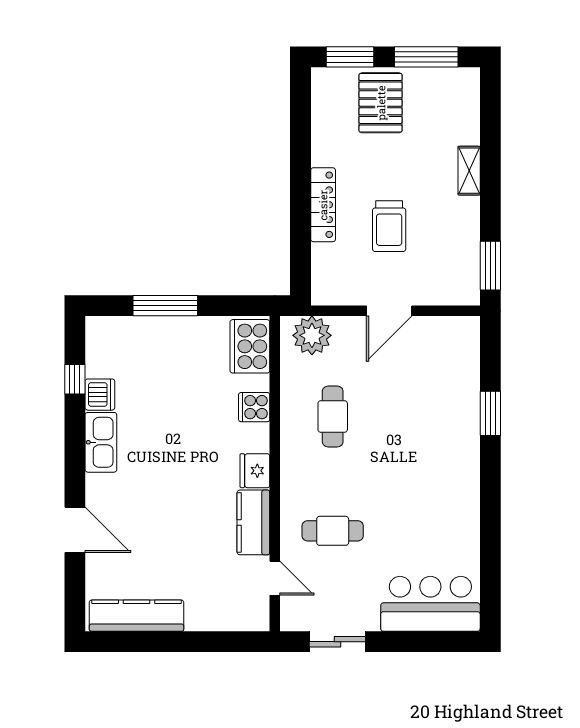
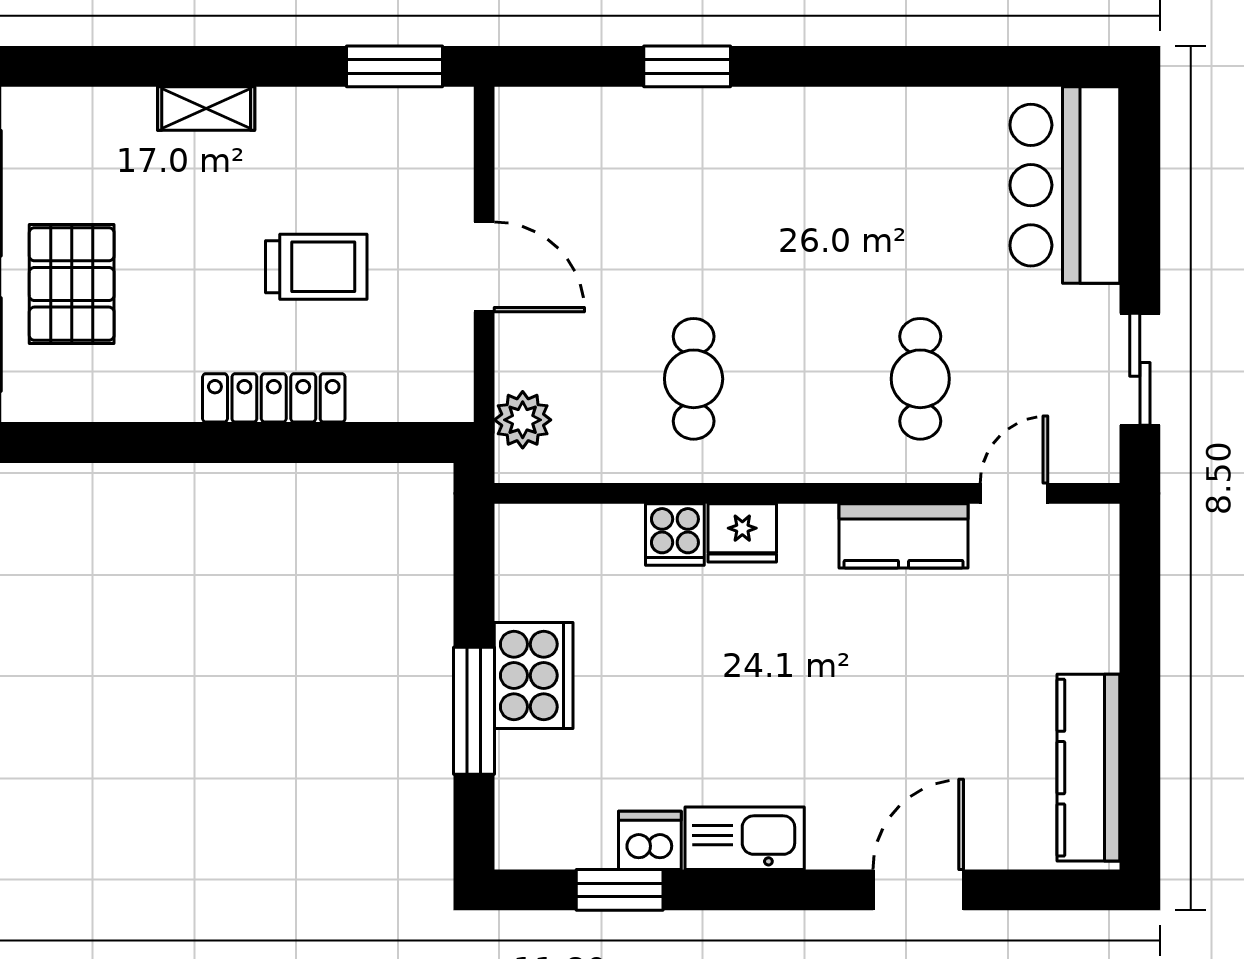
pallet: (381, 103) -> (72, 284), turned 90
plant: (312, 335) -> (523, 420), width x0.73, depth x0.73
cooker: (250, 346) -> (534, 675), moved, turned -90
window: (75, 379) -> (620, 890), width x1.50
cafe table: (333, 416) -> (694, 379), turned 90
fridge: (255, 471) -> (742, 533), moved

